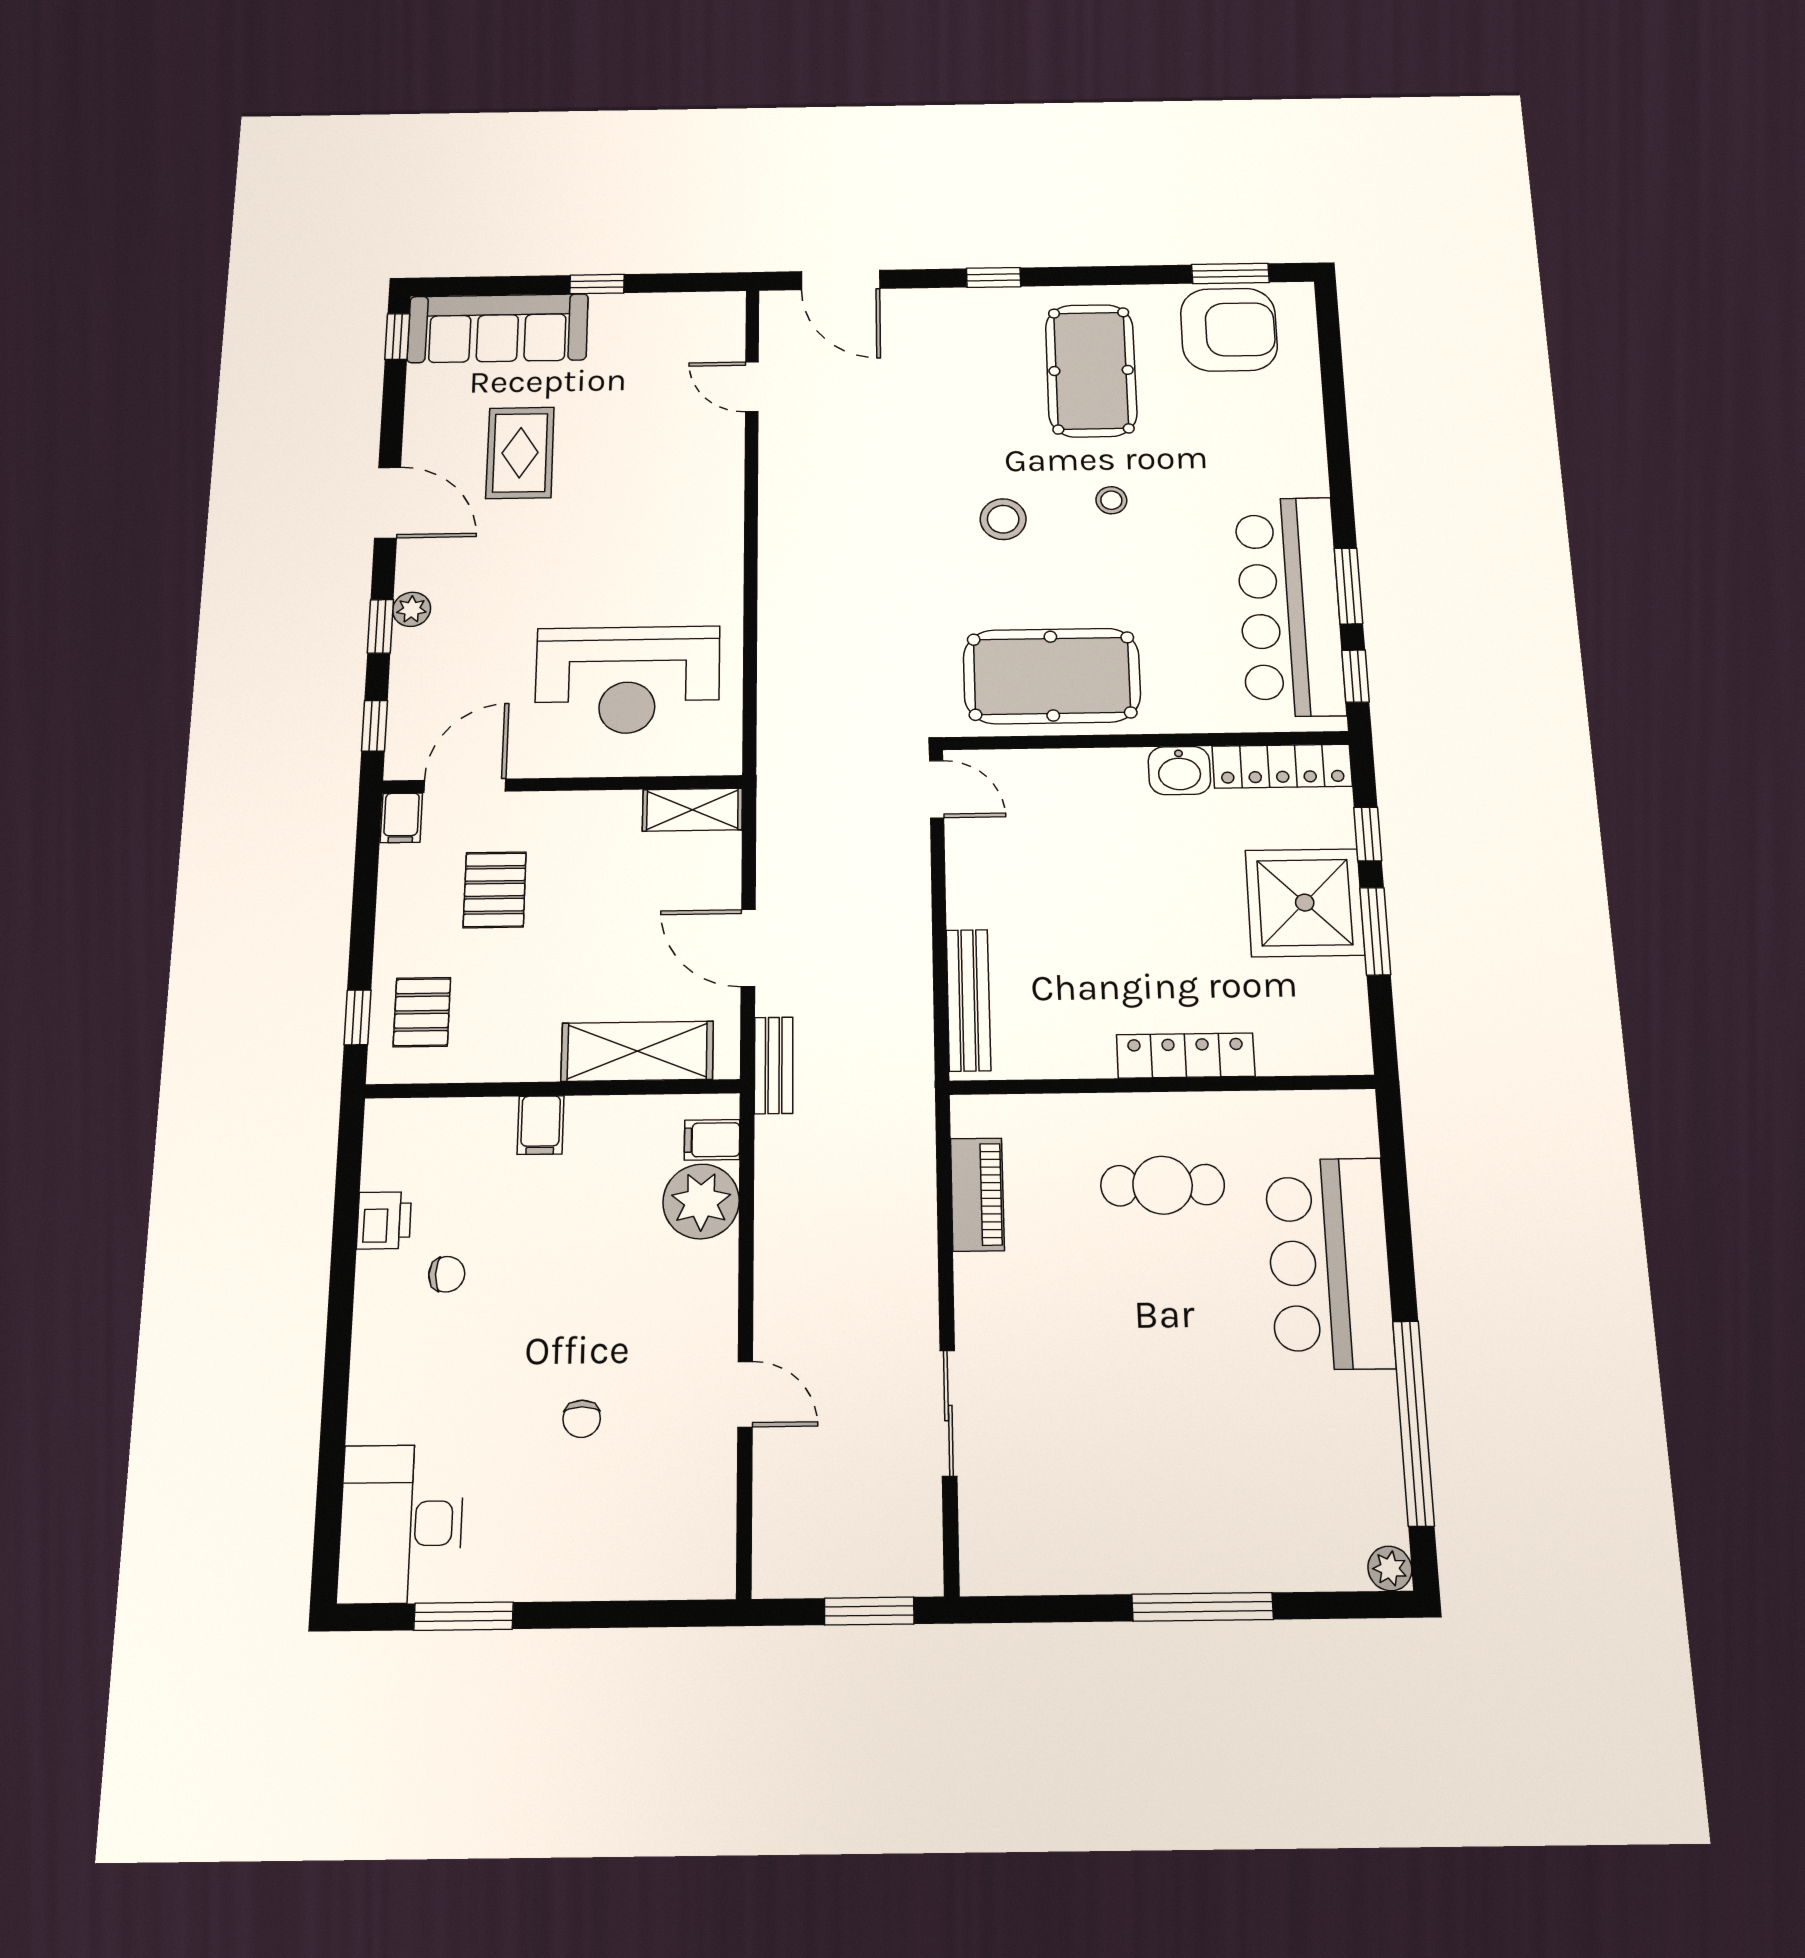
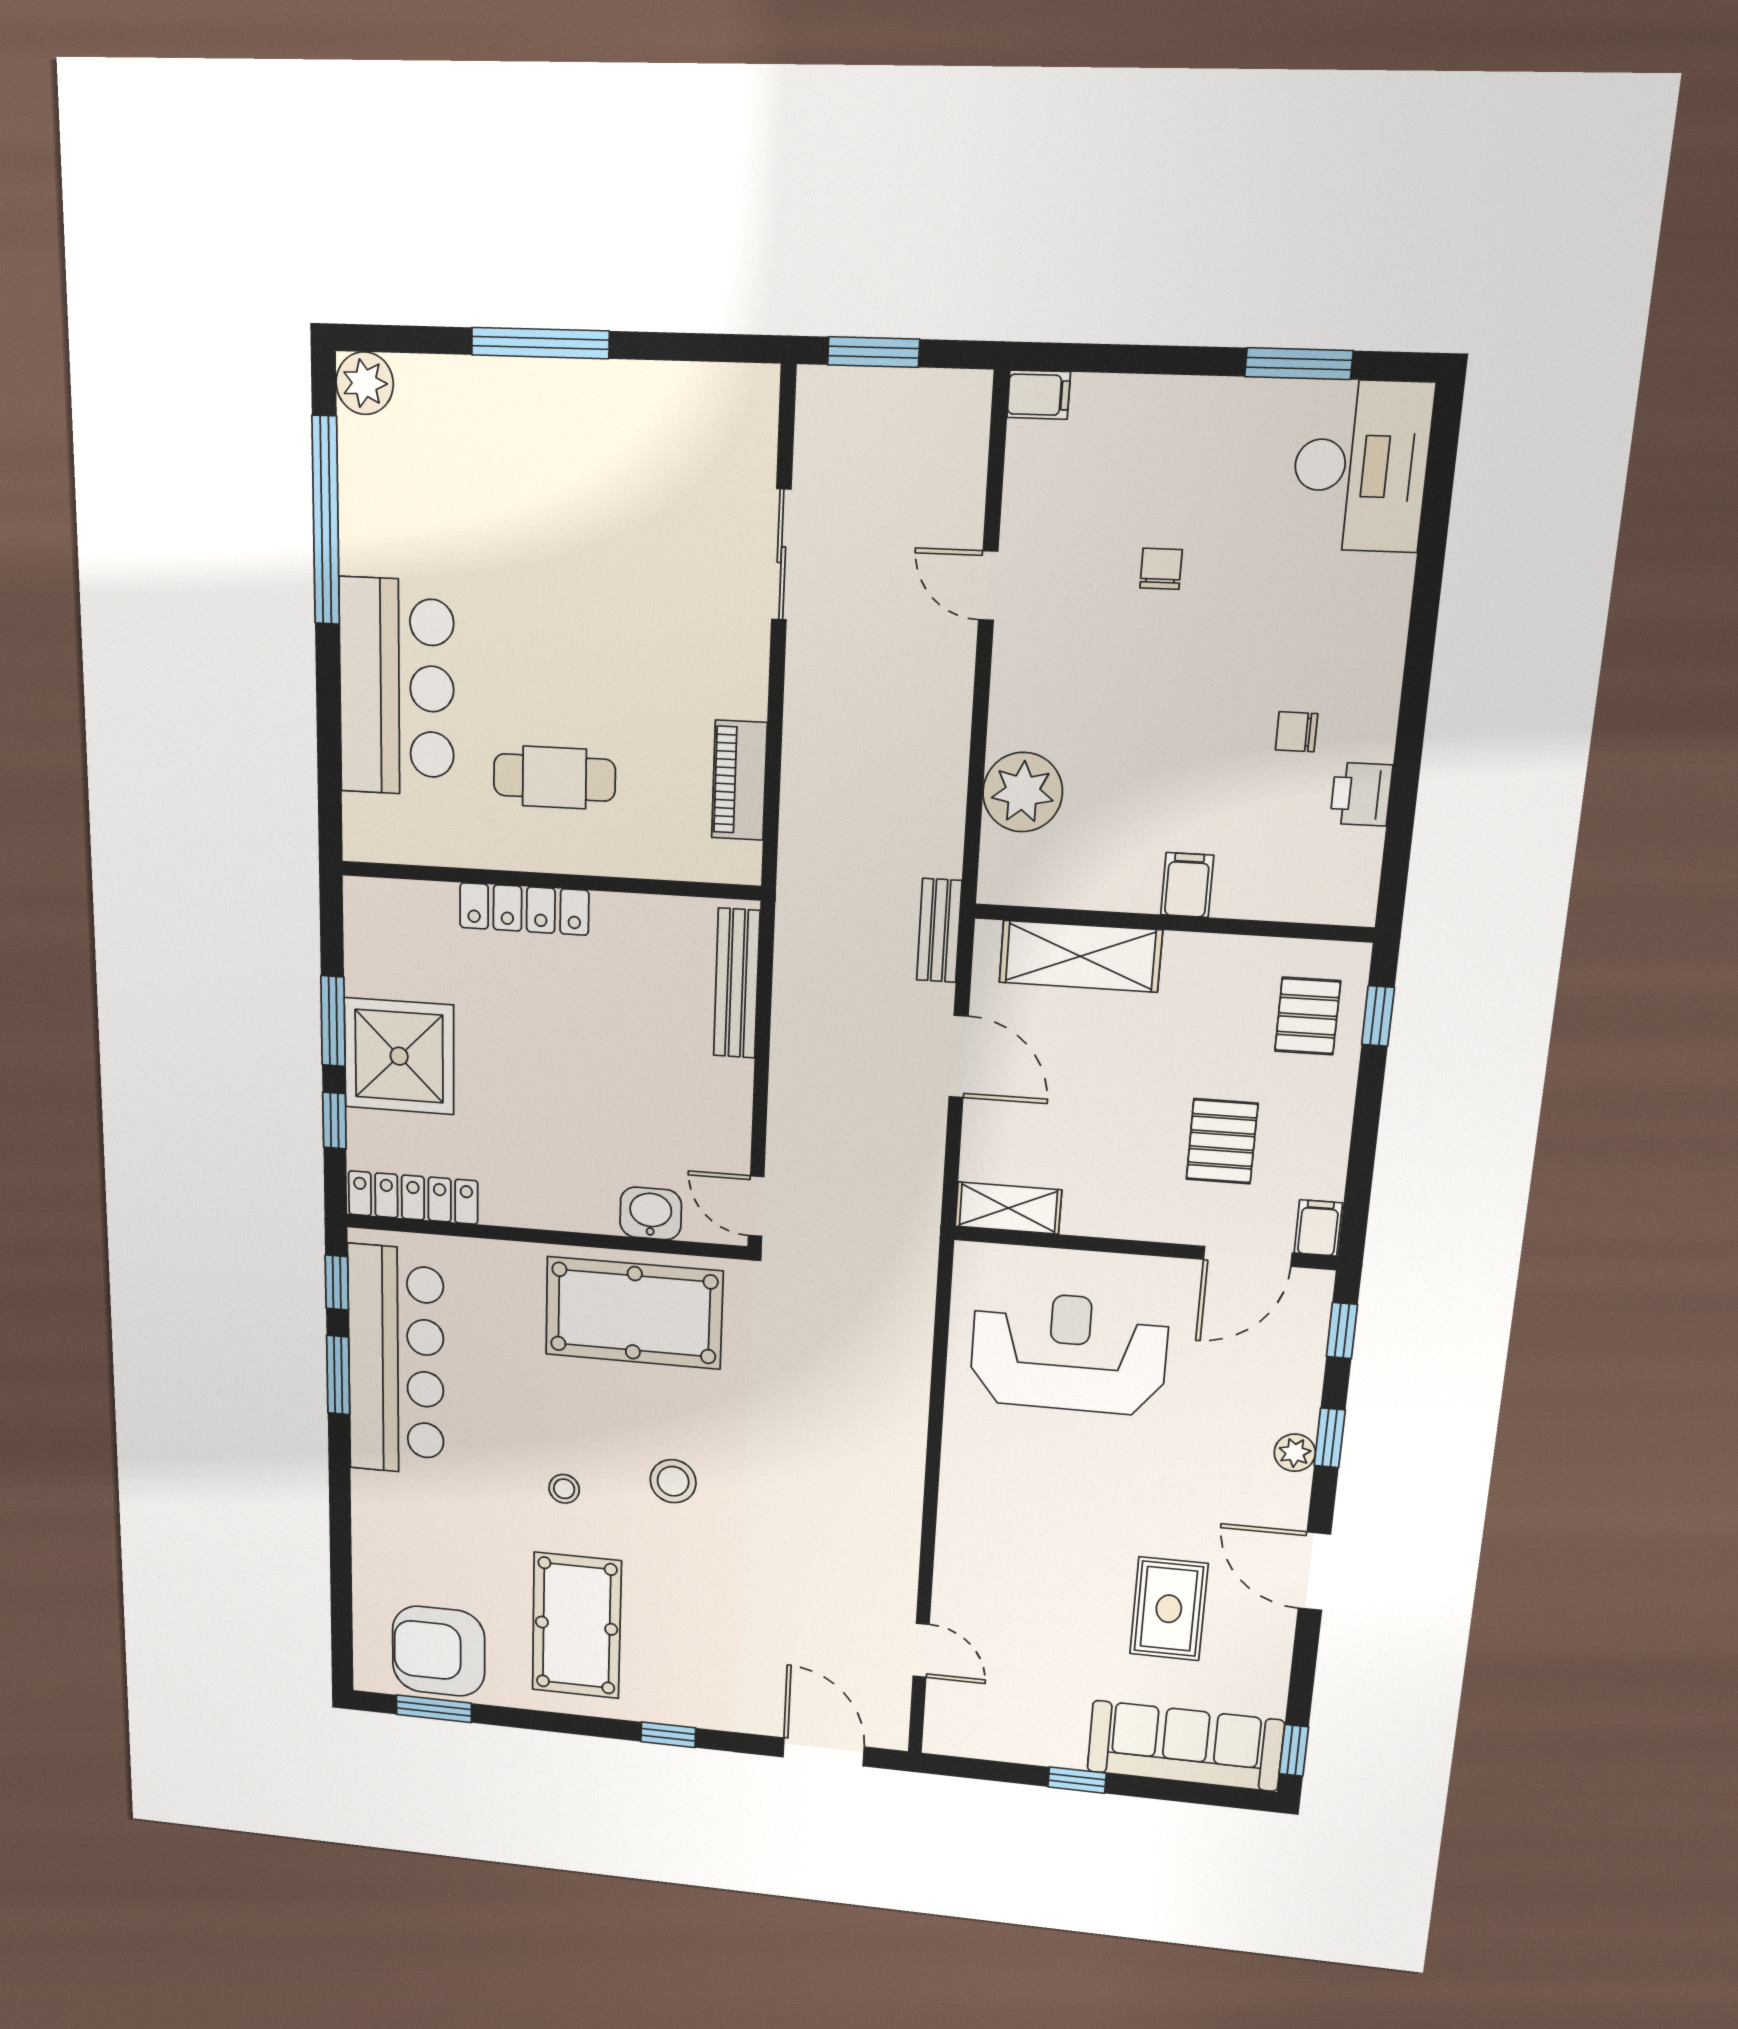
washbasin: (1179, 771) -> (651, 1213), moved
filing cabinet: (712, 1140) -> (1039, 395), moved
plant: (1390, 1568) -> (365, 383), width x1.38, depth x1.38

